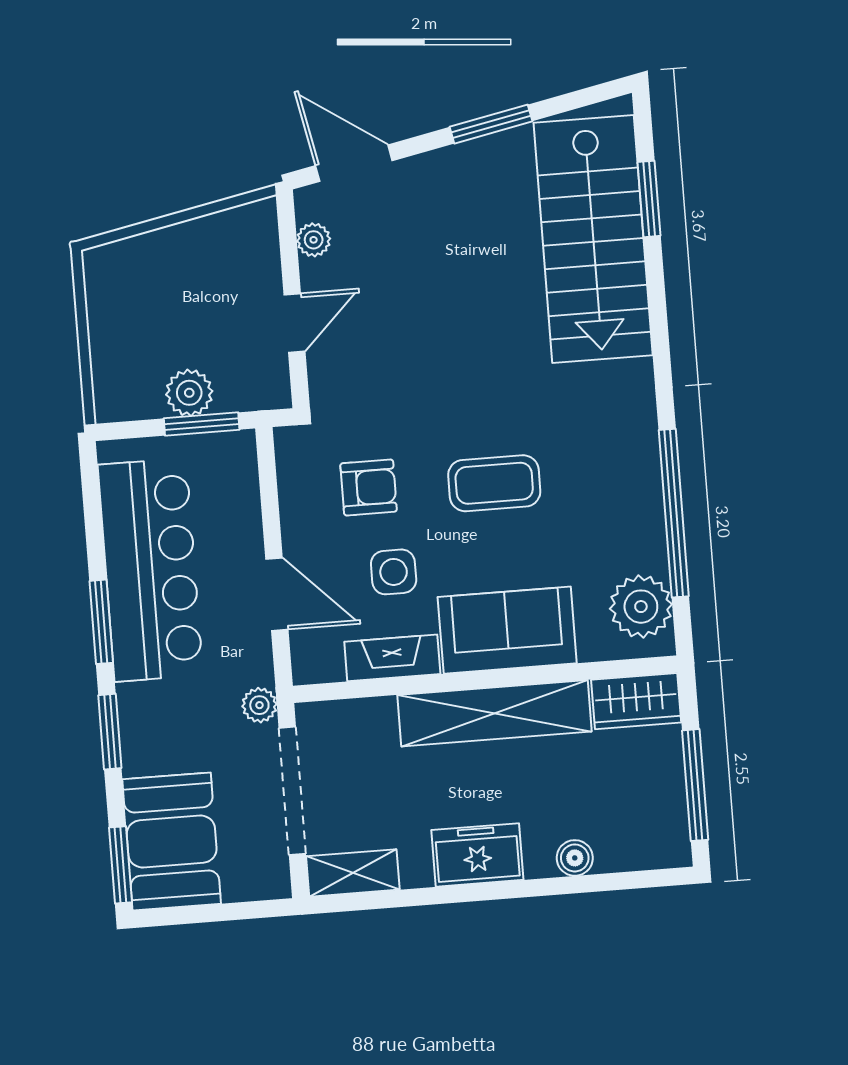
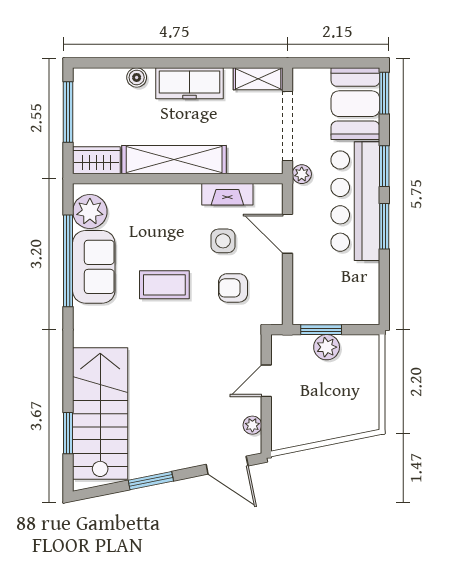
bar counter: (150, 570) -> (355, 201), moved
sofa: (507, 630) -> (94, 267), moved, turned -90
freezer: (477, 855) -> (190, 83), width x1.40

